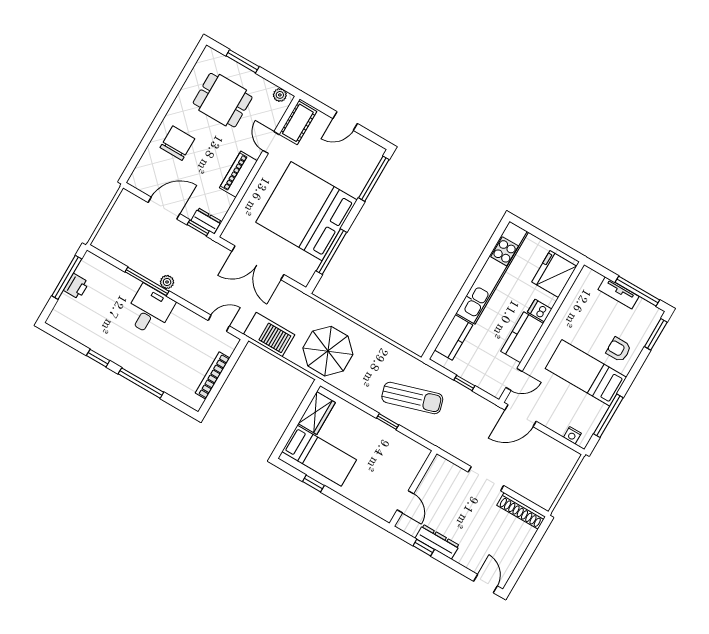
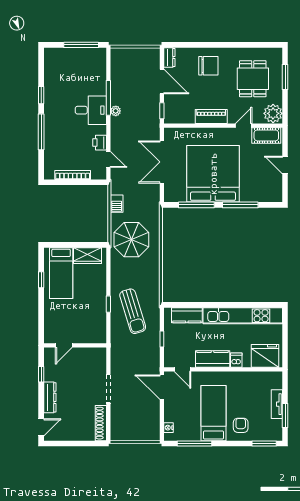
plant: (280, 95) -> (273, 113), width x1.88, depth x1.88
window: (374, 179) -> (240, 205), moved
dresser: (206, 221) -> (169, 58), moved
printer: (76, 286) -> (100, 143), moved, turned 90
window: (637, 291) -> (285, 416), width x0.69
barbecue: (269, 335) -> (117, 204), width x0.53, depth x0.65
dresser: (437, 542) -> (50, 397), moved

